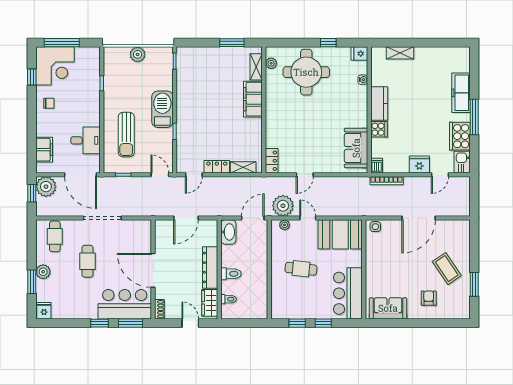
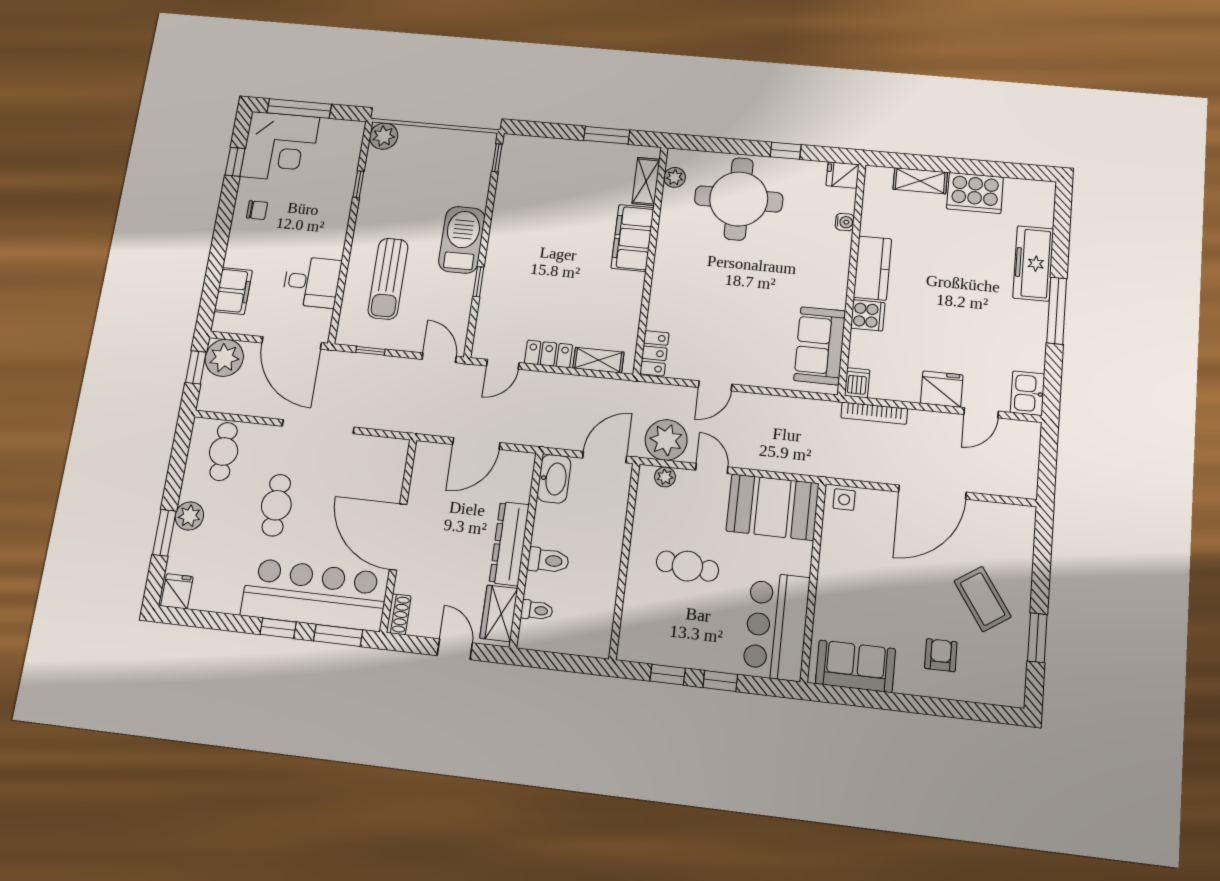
plant: (138, 54) -> (384, 136), moved
cooker: (460, 136) -> (975, 193), moved, turned -90
bar counter: (125, 304) -> (314, 595), width x1.36

